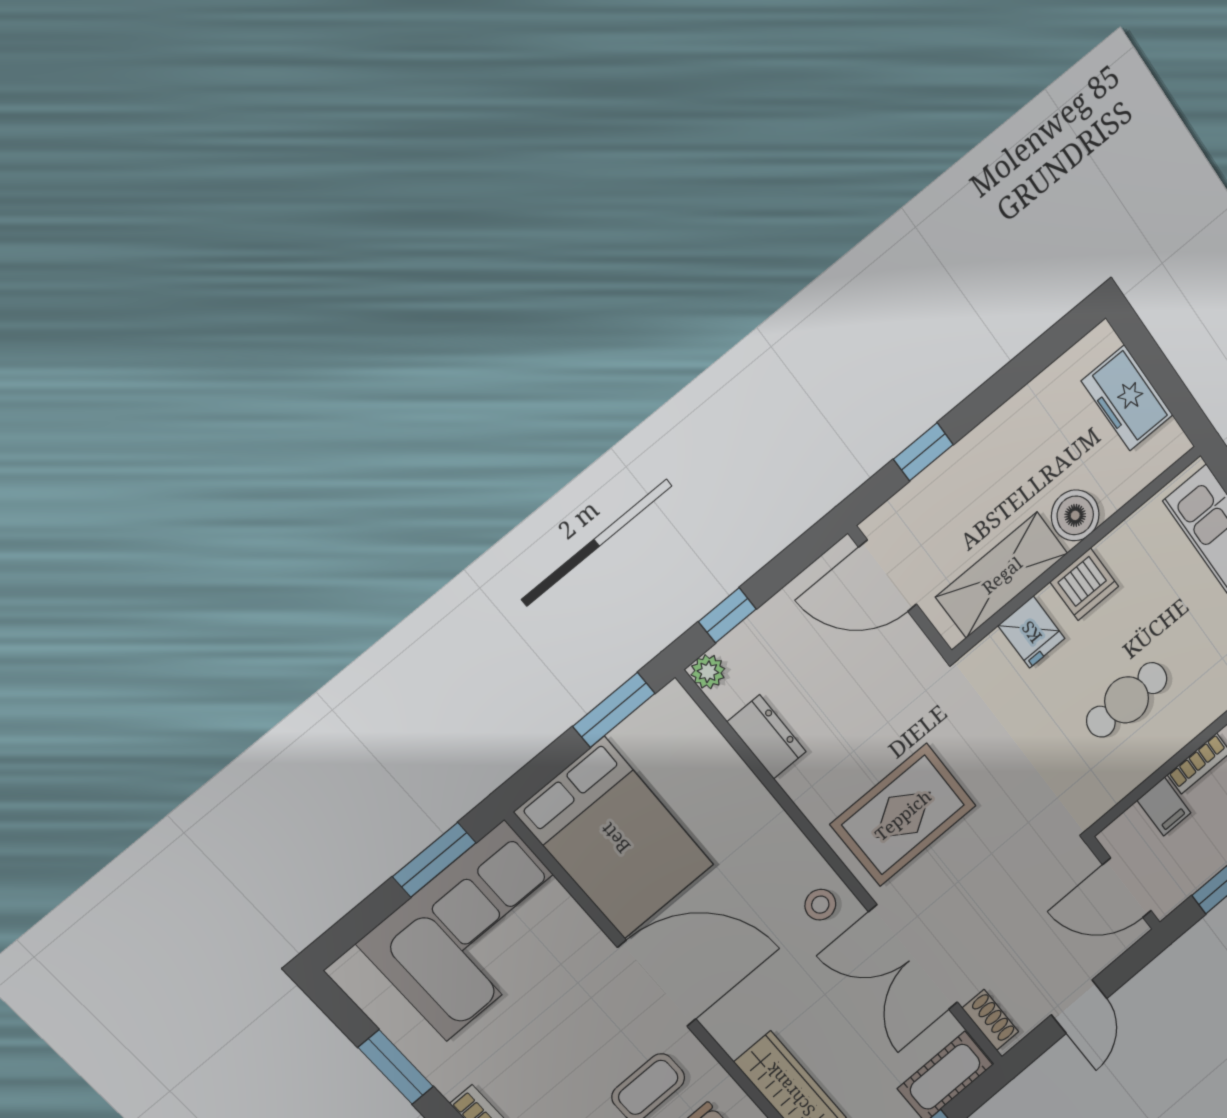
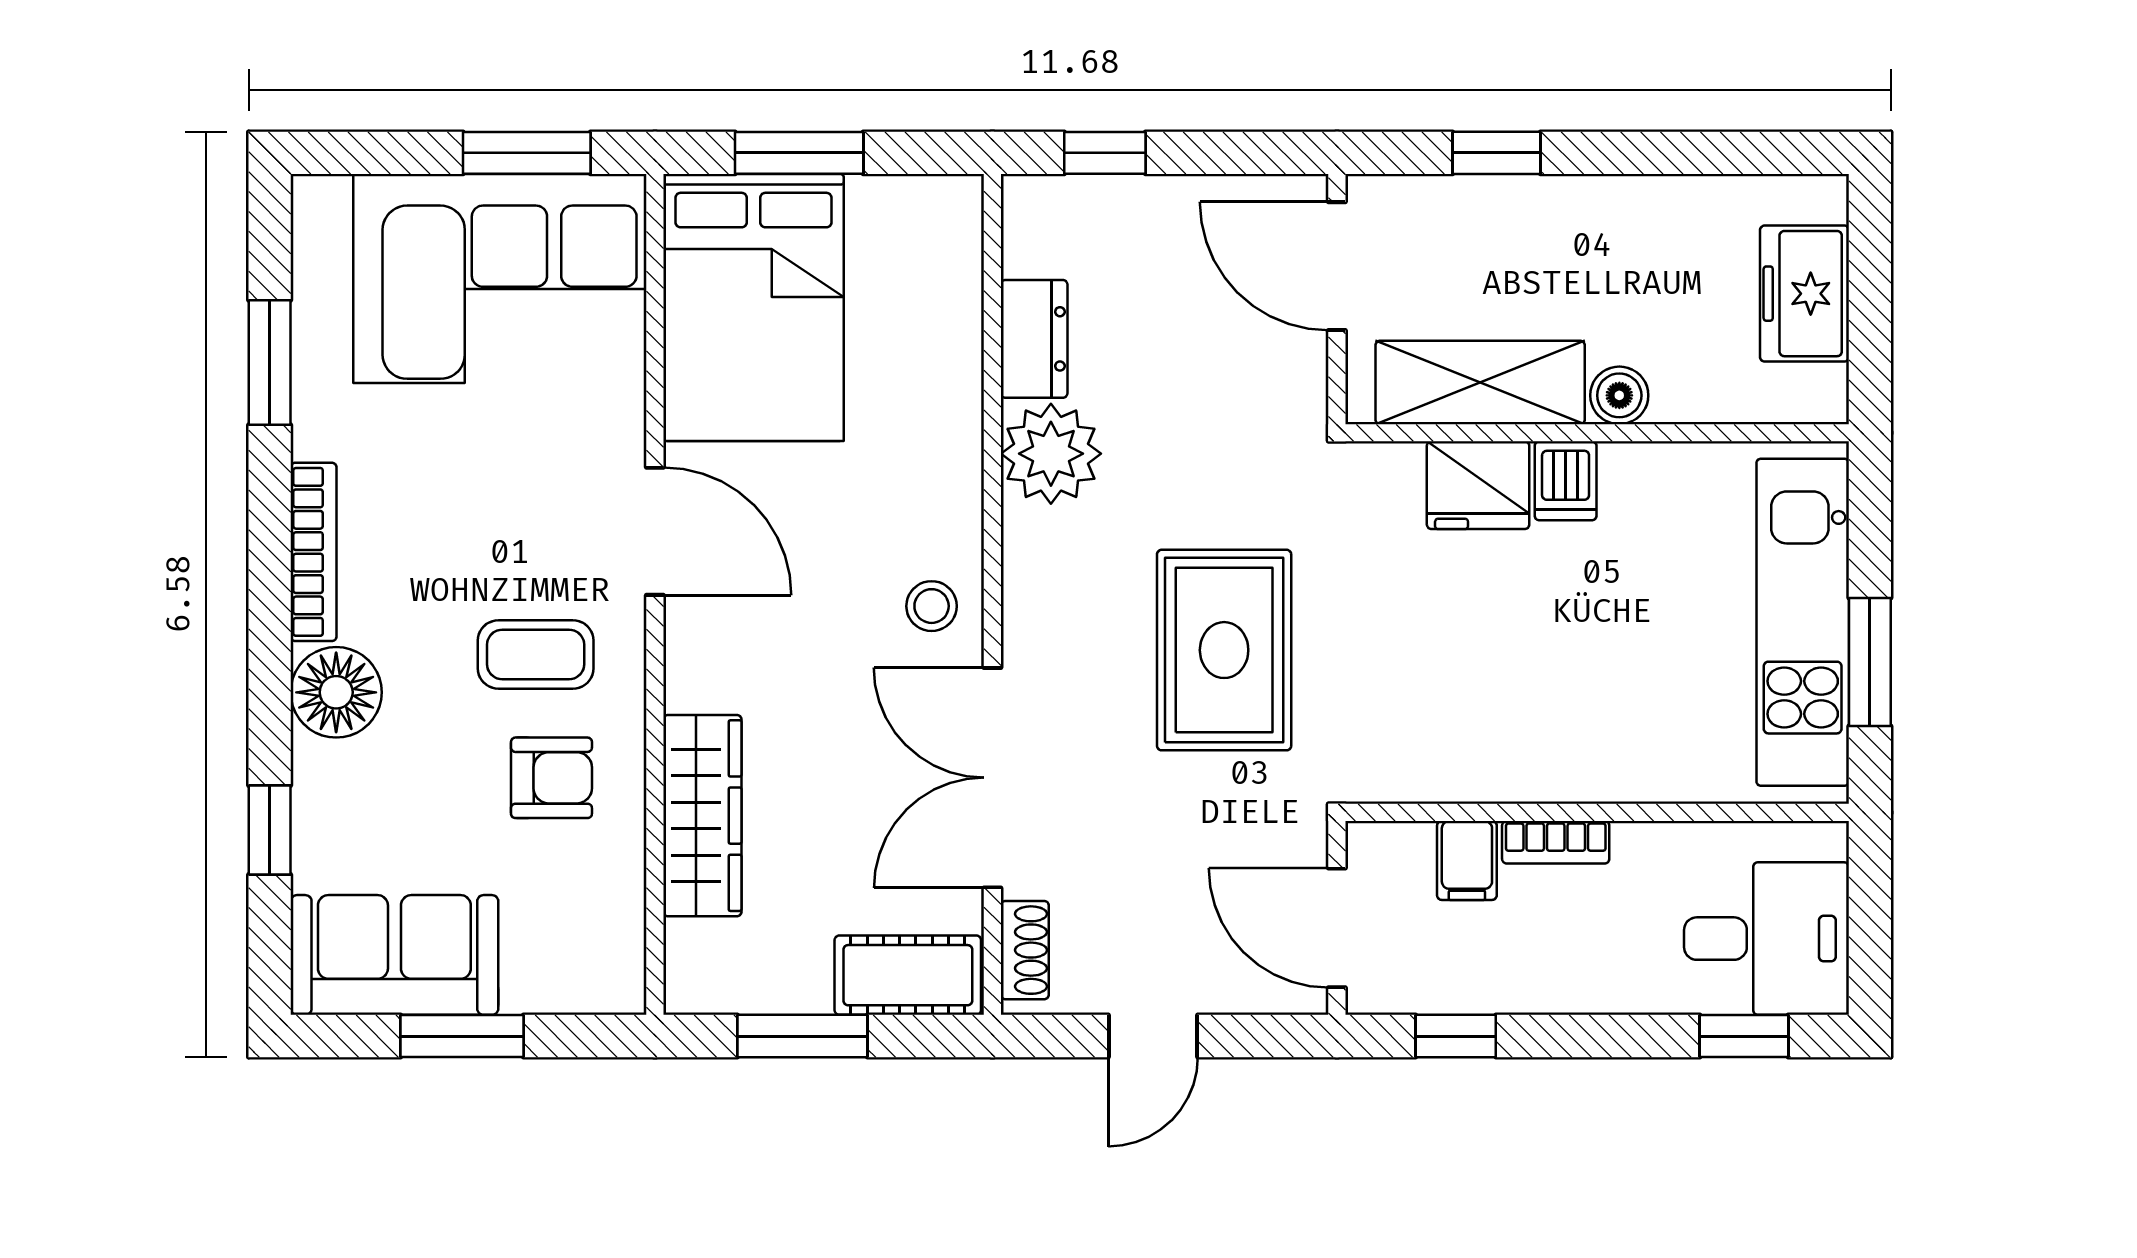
boiler: (1075, 515) -> (1619, 395), width x0.73, depth x0.73
dishwasher: (1084, 584) -> (1566, 481), width x0.73
fridge: (1031, 632) -> (1478, 485), width x1.38
plant: (708, 672) -> (1051, 454), moved, width x1.88, depth x1.88
cafe table: (1127, 700) -> (1522, 676), removed
window: (614, 710) -> (799, 153), moved
rug: (903, 815) -> (1224, 650), moved, turned 90
door: (657, 983) -> (655, 531), width x0.73

